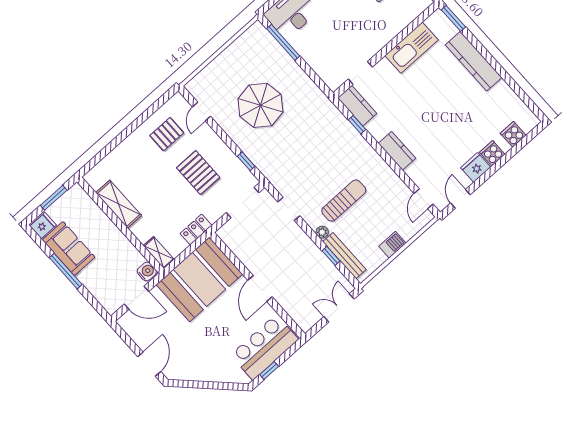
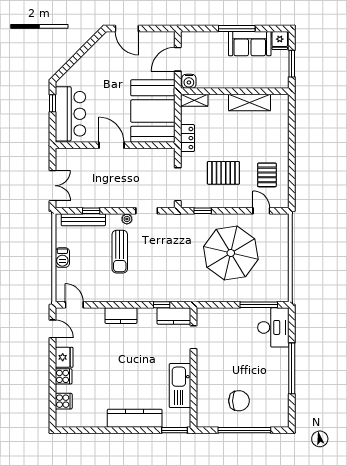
parasol: (260, 105) -> (231, 253), width x1.36, depth x1.36
plant: (322, 232) -> (127, 219), moved

